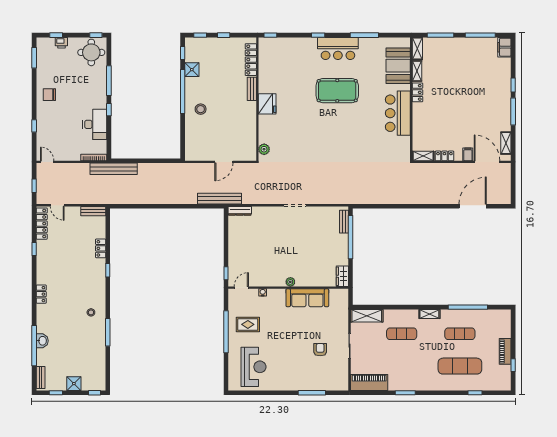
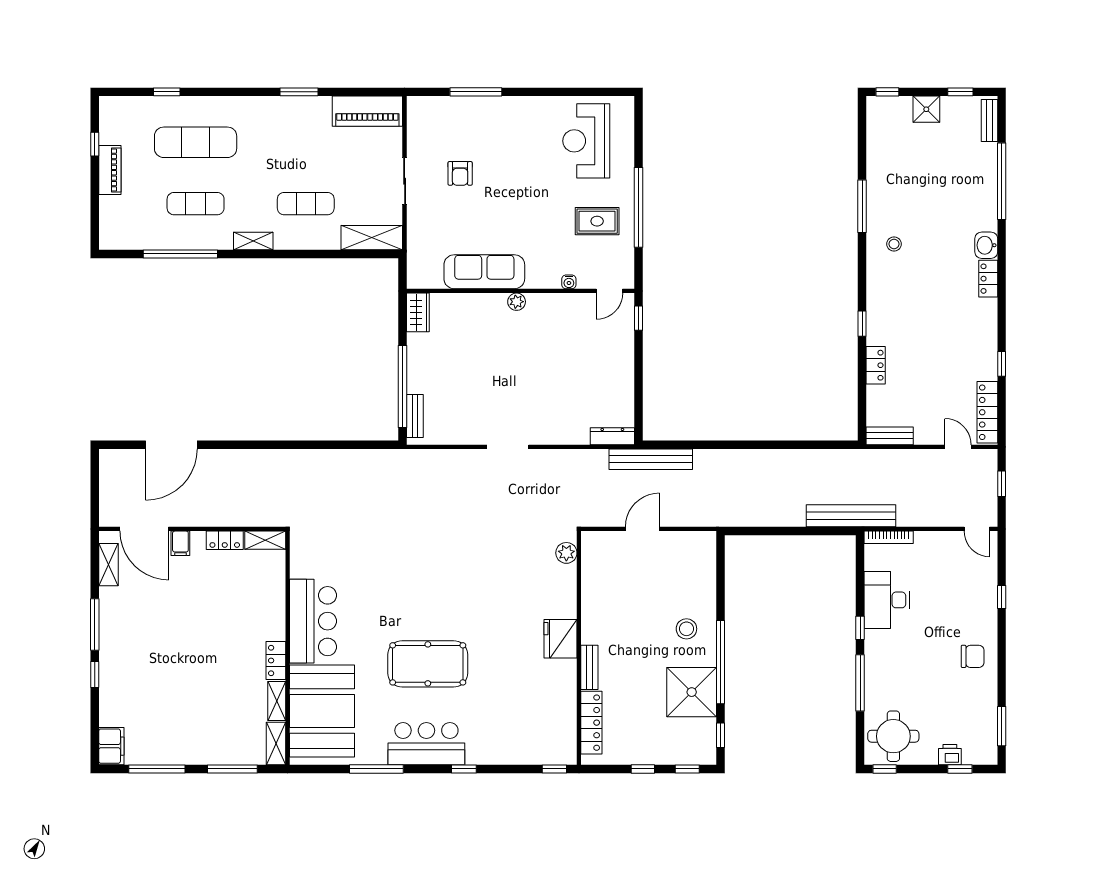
booth: (398, 66) -> (322, 711), width x1.36, depth x1.42
shower: (192, 70) -> (692, 692), width x1.86, depth x1.86
washbasin: (42, 341) -> (986, 245), moved

